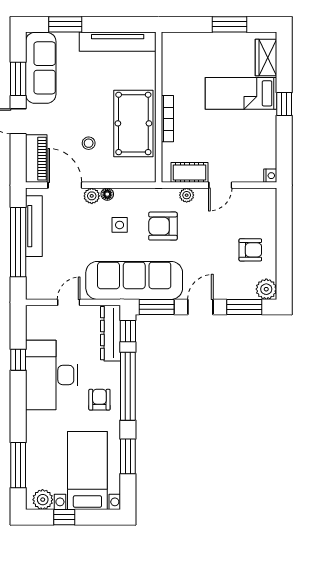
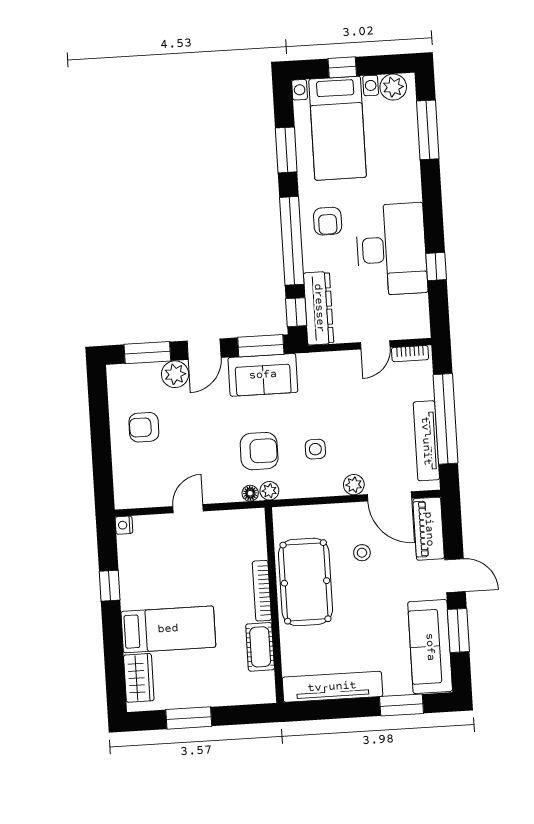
window: (284, 104) -> (110, 586), moved
cot: (190, 172) -> (260, 647), moved, turned 90
floor lamp: (107, 194) -> (250, 493), moved
plant: (187, 195) -> (269, 491), moved
sofa: (134, 280) -> (263, 375), width x0.54, depth x0.79
plant: (266, 289) -> (175, 374), moved
bookcase: (42, 294) -> (410, 354), added
window: (64, 517) -> (342, 67), moved

